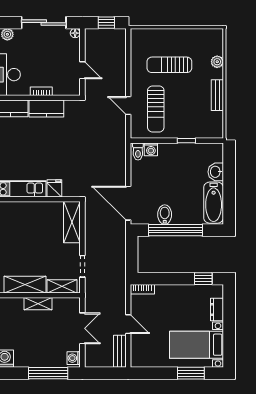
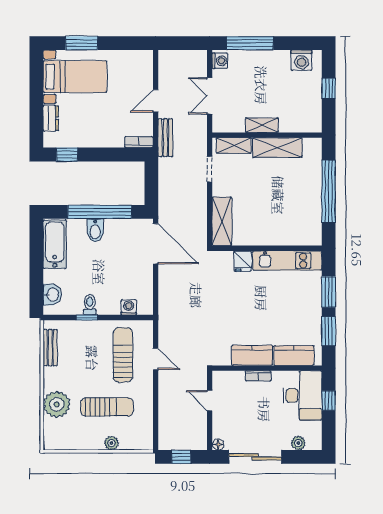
plant: (166, 34) -> (111, 443), added
plant: (217, 62) -> (57, 404), width x1.87, depth x1.87
bench: (217, 95) -> (50, 348), moved
toilet: (138, 151) -> (90, 305), moved
washbasin: (216, 172) -> (52, 295), moved
bidet: (165, 215) -> (95, 230), moved
door: (128, 324) -> (156, 101), hinge flipped
bench: (120, 351) -> (165, 138), moved

